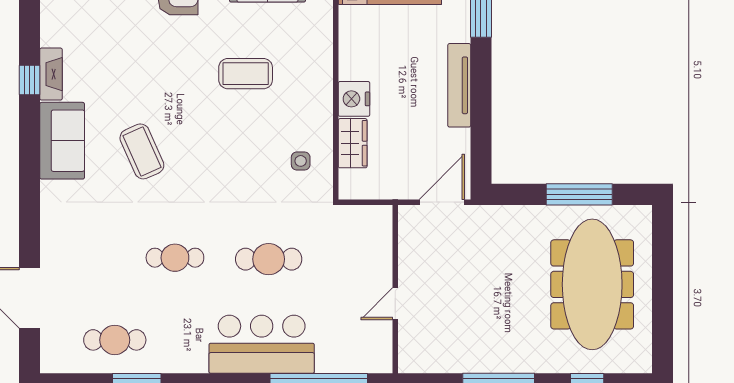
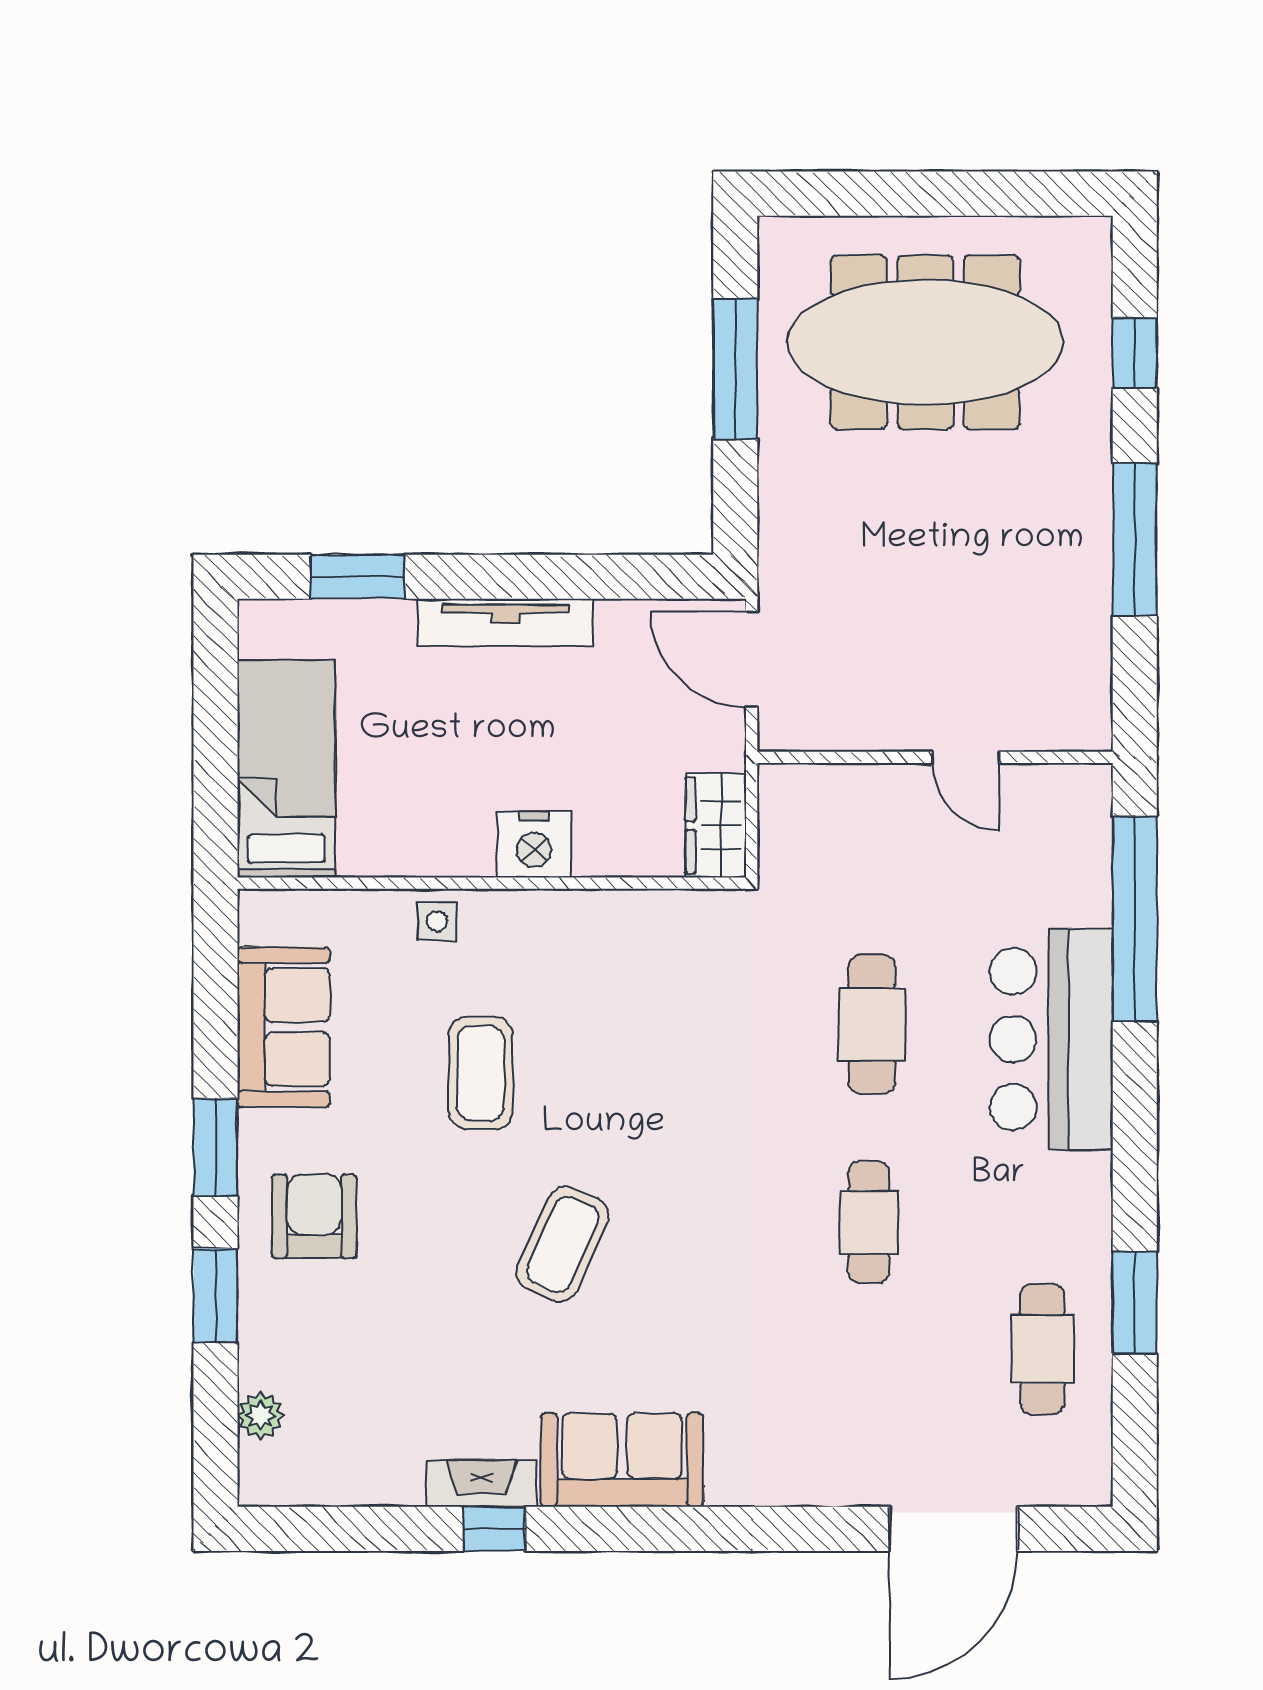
wardrobe: (353, 143) -> (716, 825), moved, turned -90
coffee table: (142, 151) -> (563, 1244), moved, turned -42
side table: (301, 161) -> (437, 921), moved

